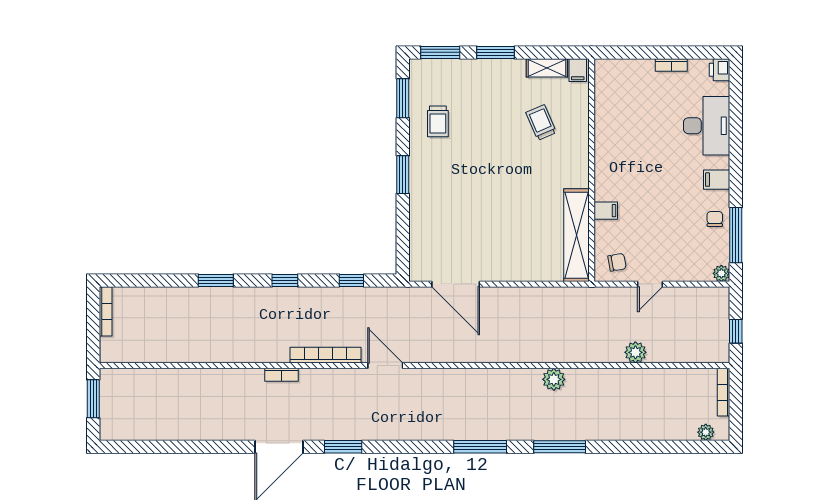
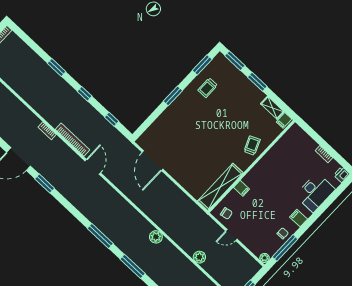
trolley: (541, 122) -> (252, 146), moved

